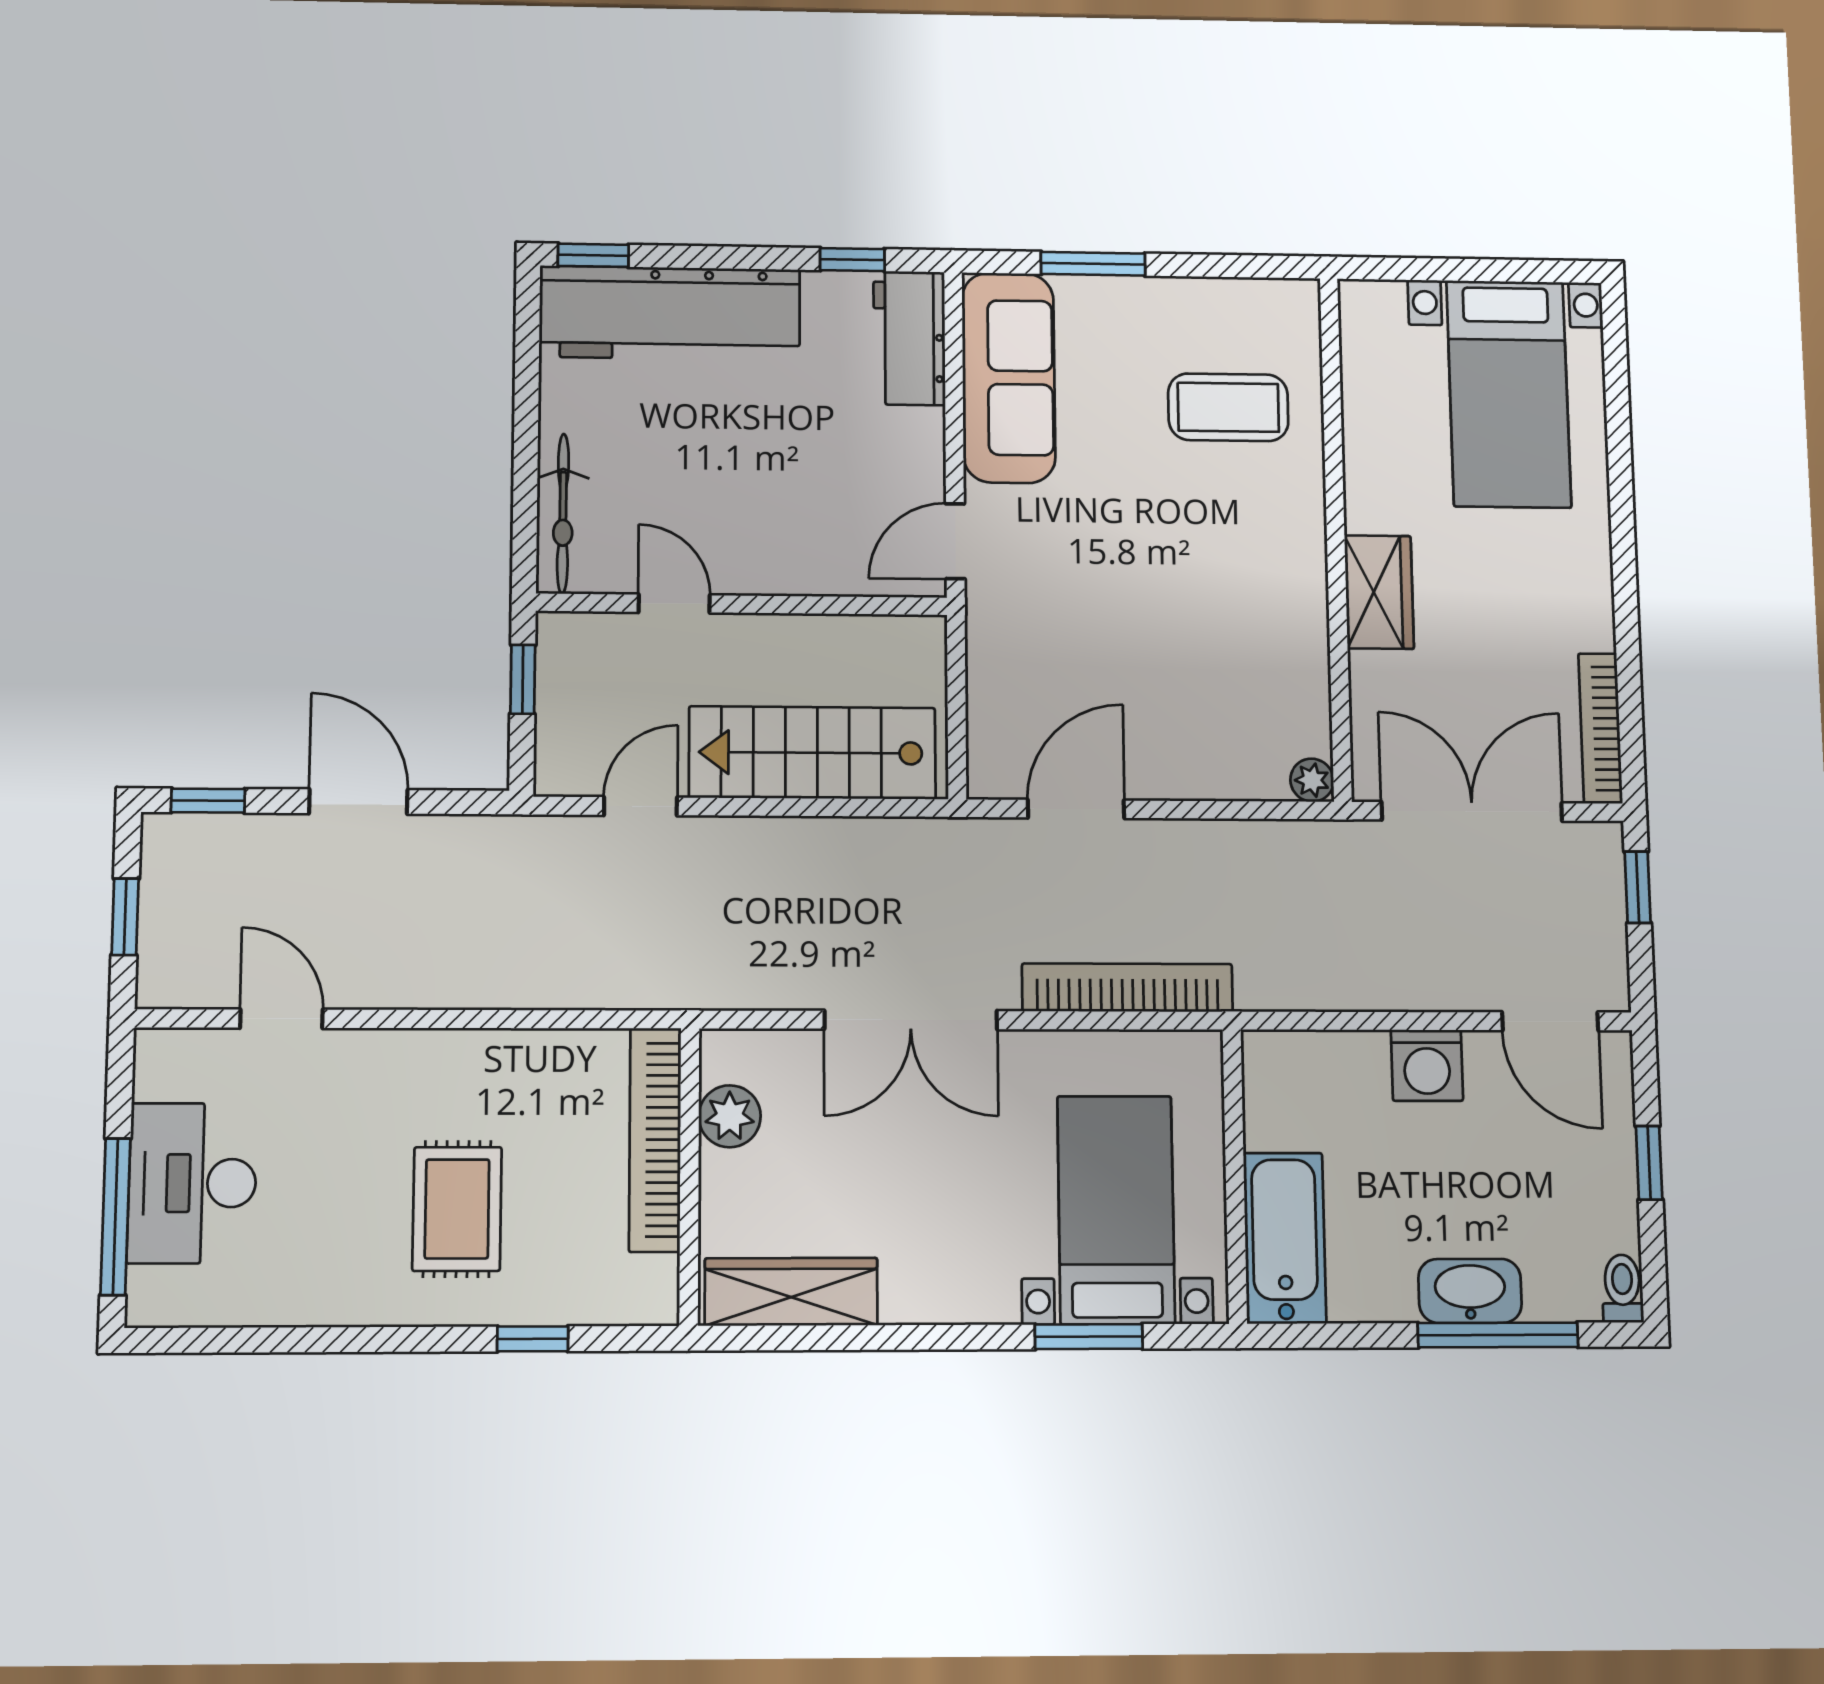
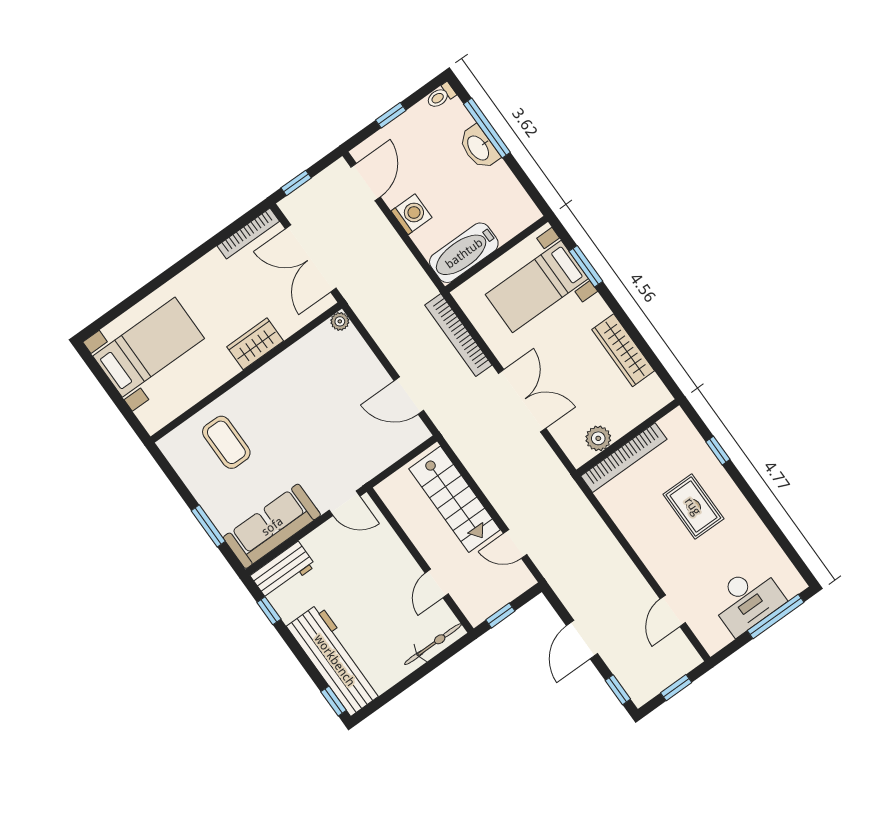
rug: (457, 1209) -> (693, 506), turned 90
bathtub: (1285, 1238) -> (464, 253), moved
wardrobe: (791, 1292) -> (623, 350), moved

